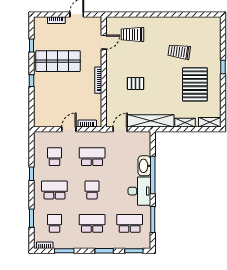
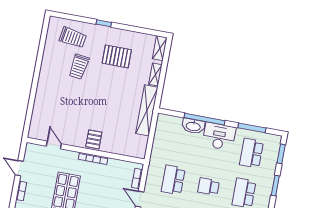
trolley: (132, 34) -> (73, 37), moved, turned -81
pallet: (136, 83) -> (94, 139), moved
pallet: (195, 84) -> (117, 56), width x0.73, depth x0.71
door: (120, 129) -> (150, 145), removed

